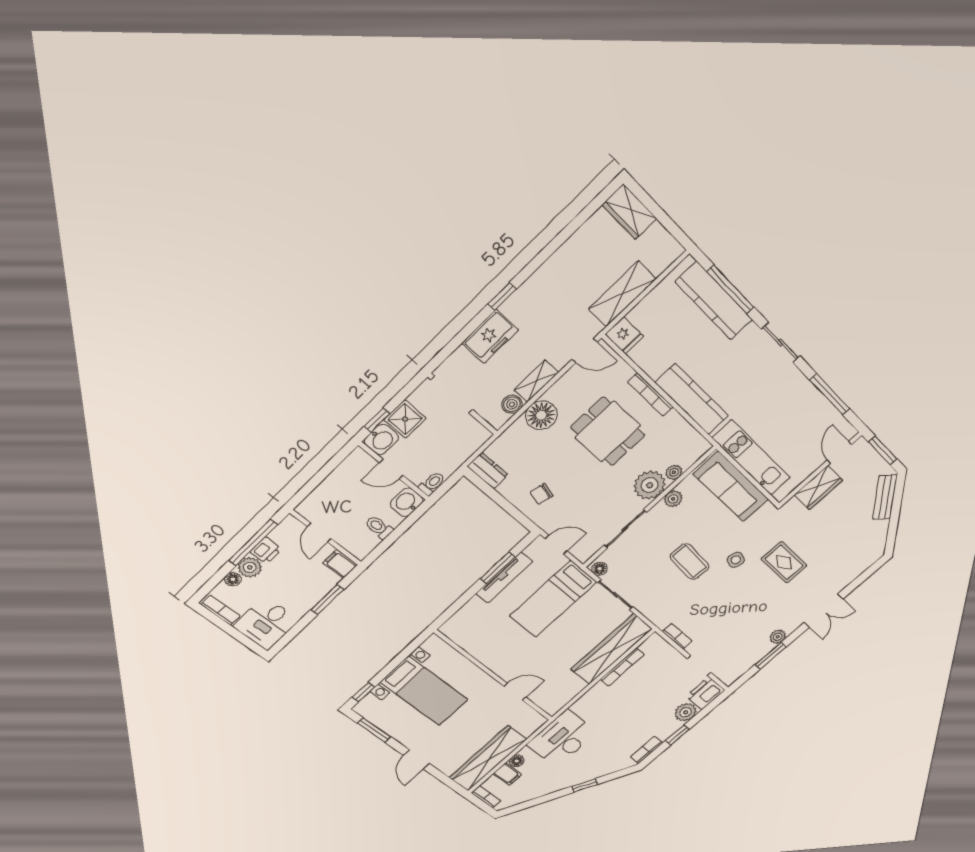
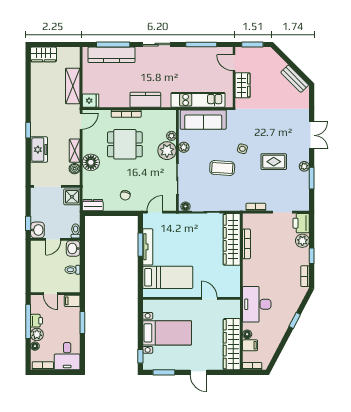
kitchen counter: (692, 399) -> (145, 100), width x0.67
shower: (405, 419) -> (72, 197), moved
bench: (885, 497) -> (295, 79), moved
rug: (784, 562) -> (274, 162), moved
bed: (553, 599) -> (168, 277), moved, turned -90
door: (515, 692) -> (209, 298), hinge flipped

